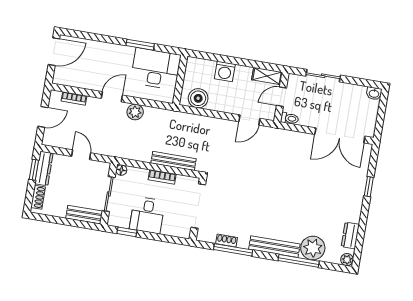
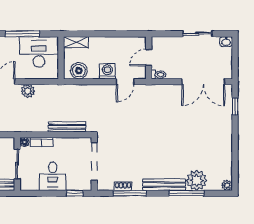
window: (140, 45) -> (22, 34), width x1.44
washing machine: (225, 71) -> (107, 71), moved, turned 180
shelving: (267, 76) -> (76, 42), moved
sliding door: (323, 76) -> (197, 34), moved
bookcase: (162, 177) -> (41, 142), moved
window: (369, 187) -> (235, 106), moved
window: (127, 232) -> (75, 193), moved
dresser: (350, 235) -> (226, 164), removed

